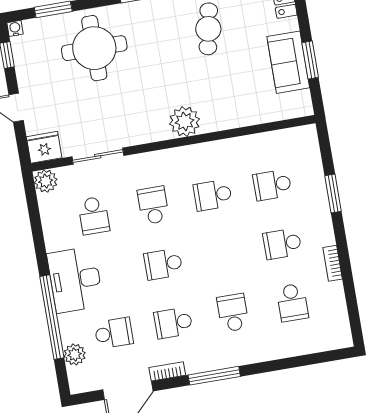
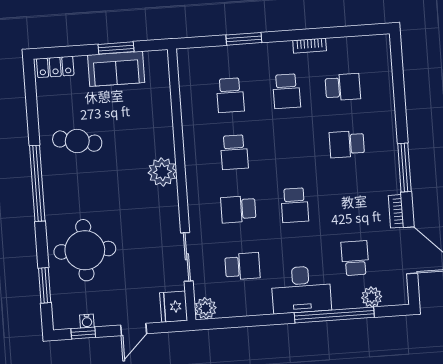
water cooler: (15, 28) -> (87, 321), moved, turned -90
school desk: (173, 323) -> (351, 201), removed

